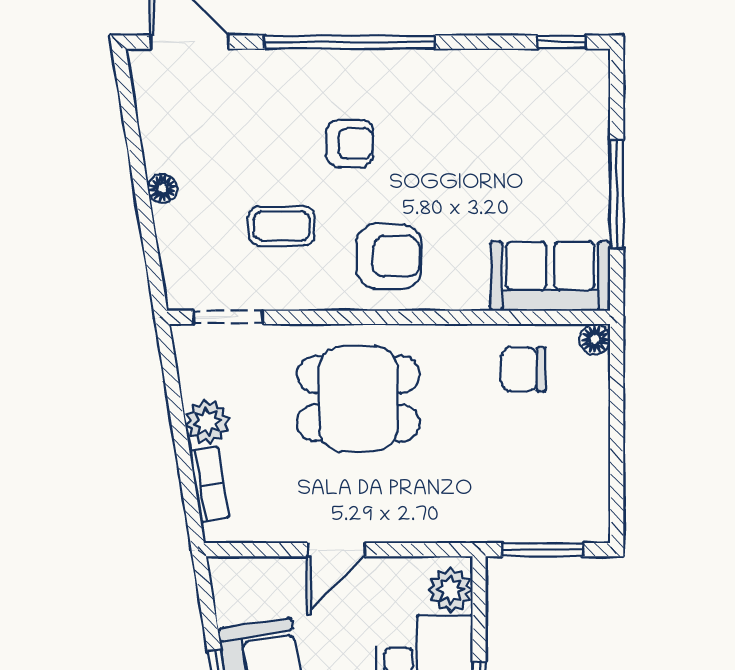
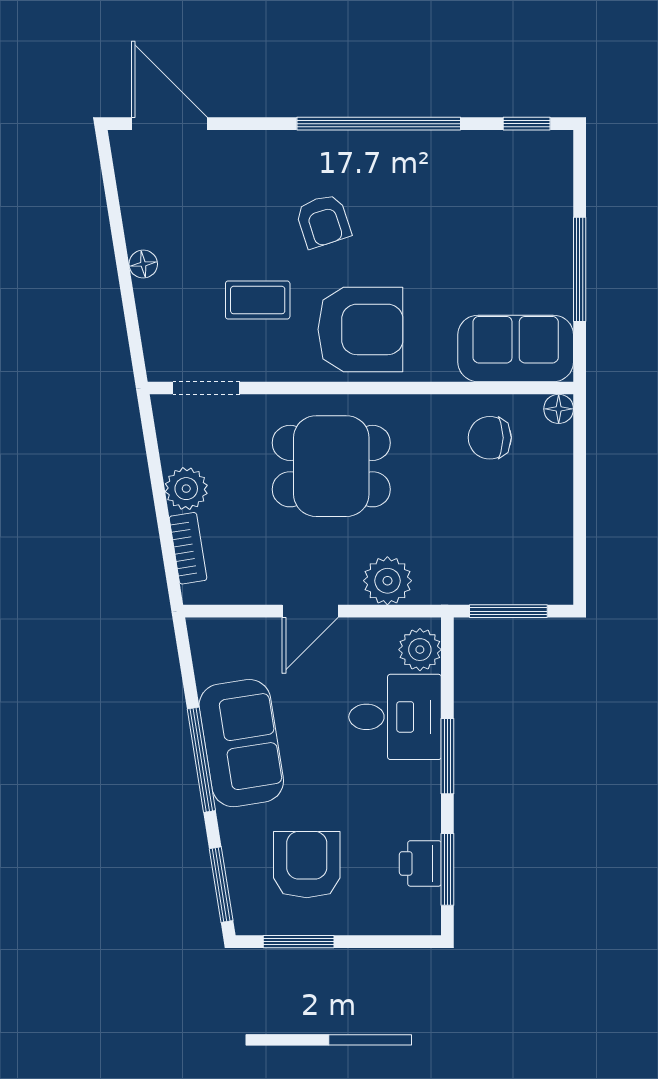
window: (350, 42) -> (379, 124), moved
armchair: (350, 143) -> (323, 221), turned 72
armchair: (388, 256) -> (360, 329), width x1.36, depth x1.36
plant: (417, 518) -> (387, 581), added

